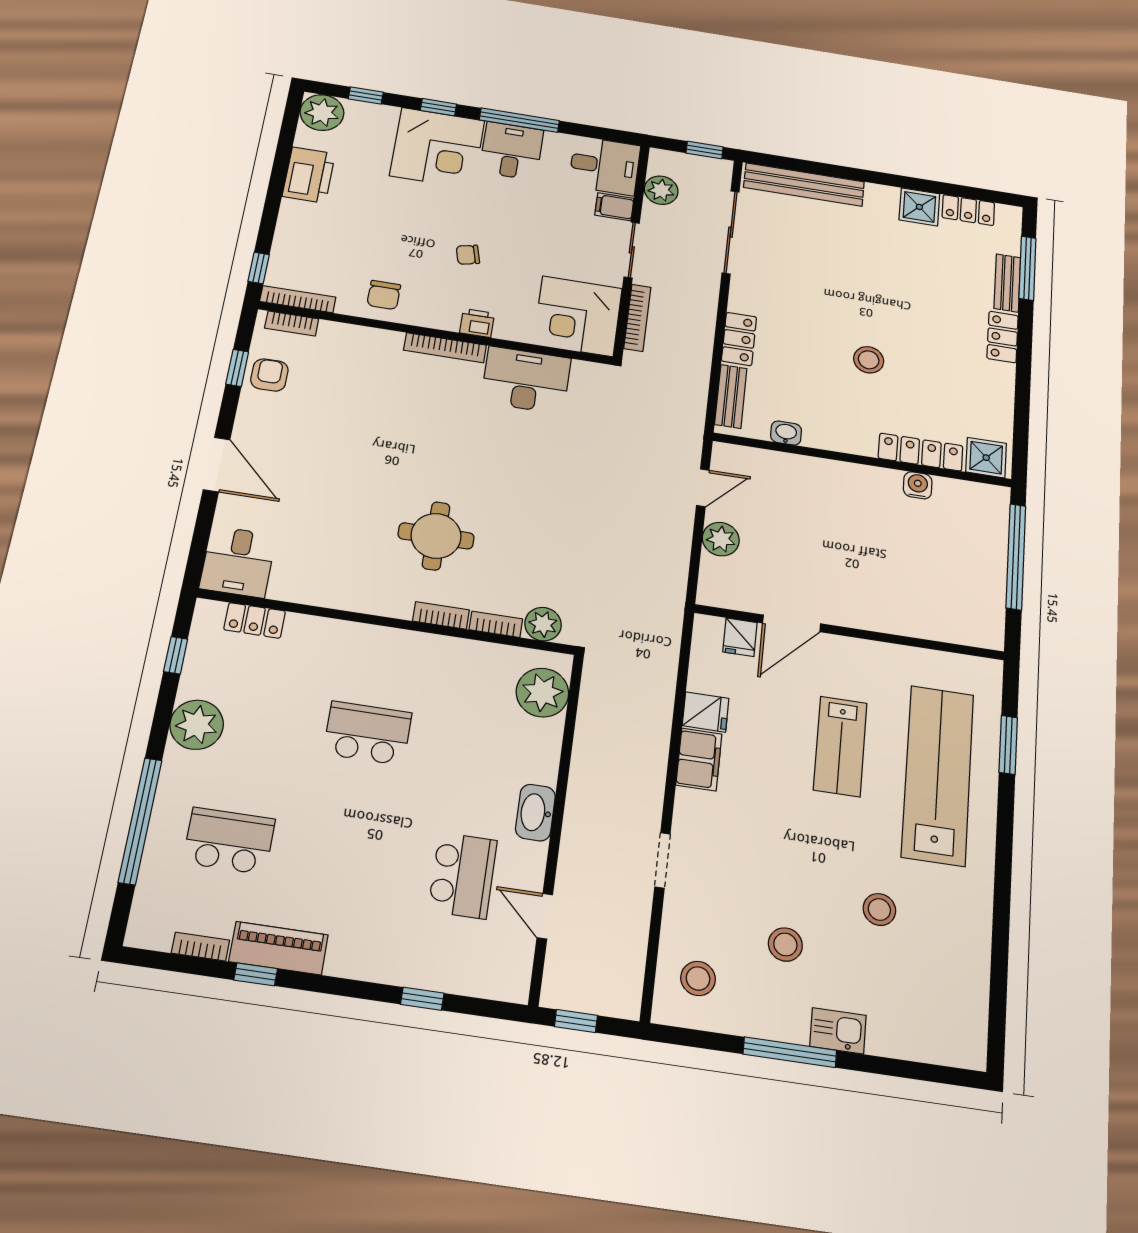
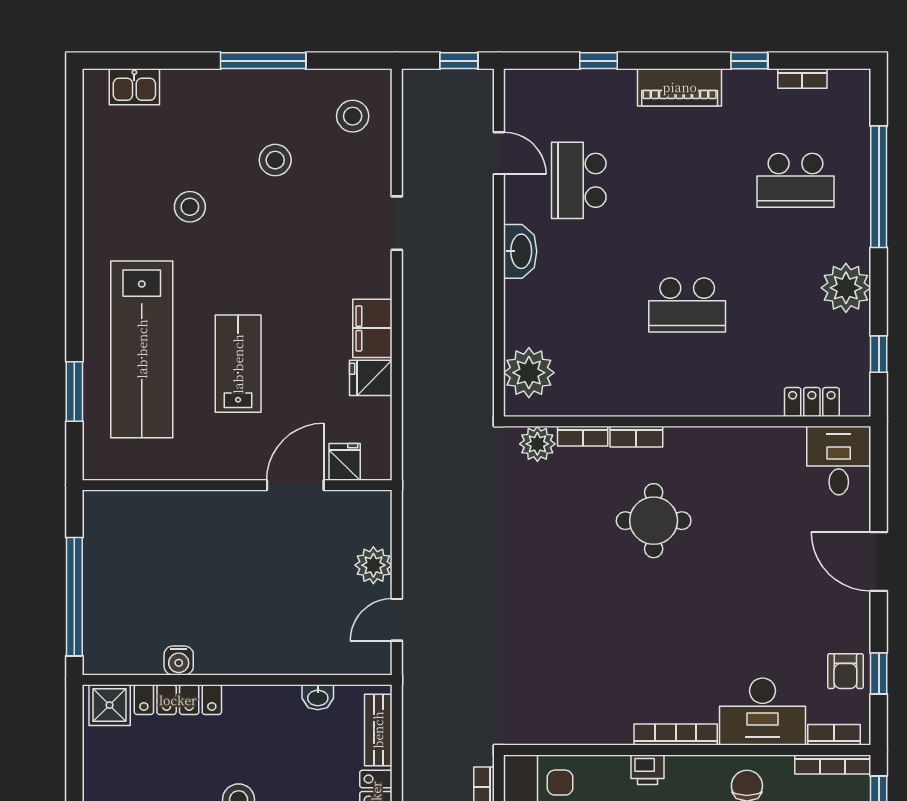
desk: (526, 380) -> (762, 712), moved
piano: (279, 948) -> (680, 87), moved
kitchen sink: (838, 1031) -> (134, 87), moved

